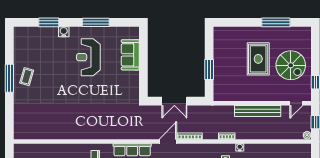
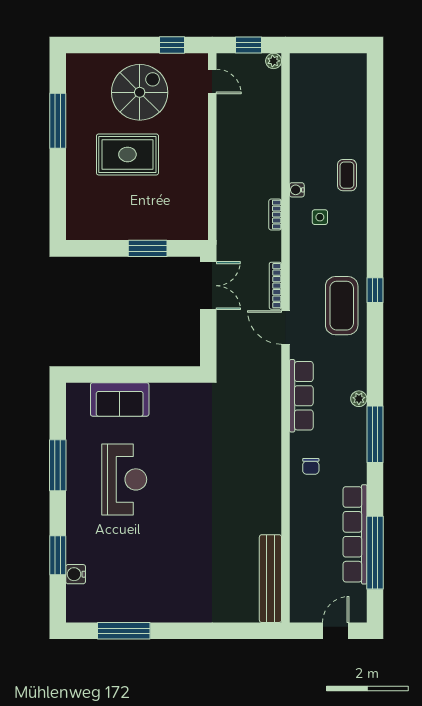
water cooler: (64, 32) -> (76, 574), moved
reception desk: (88, 57) -> (124, 479), turned -90
coffee table: (27, 77) -> (161, 598), removed
window: (9, 78) -> (124, 631), moved
double door: (174, 101) -> (208, 286), moved
bench: (258, 111) -> (270, 579), moved

